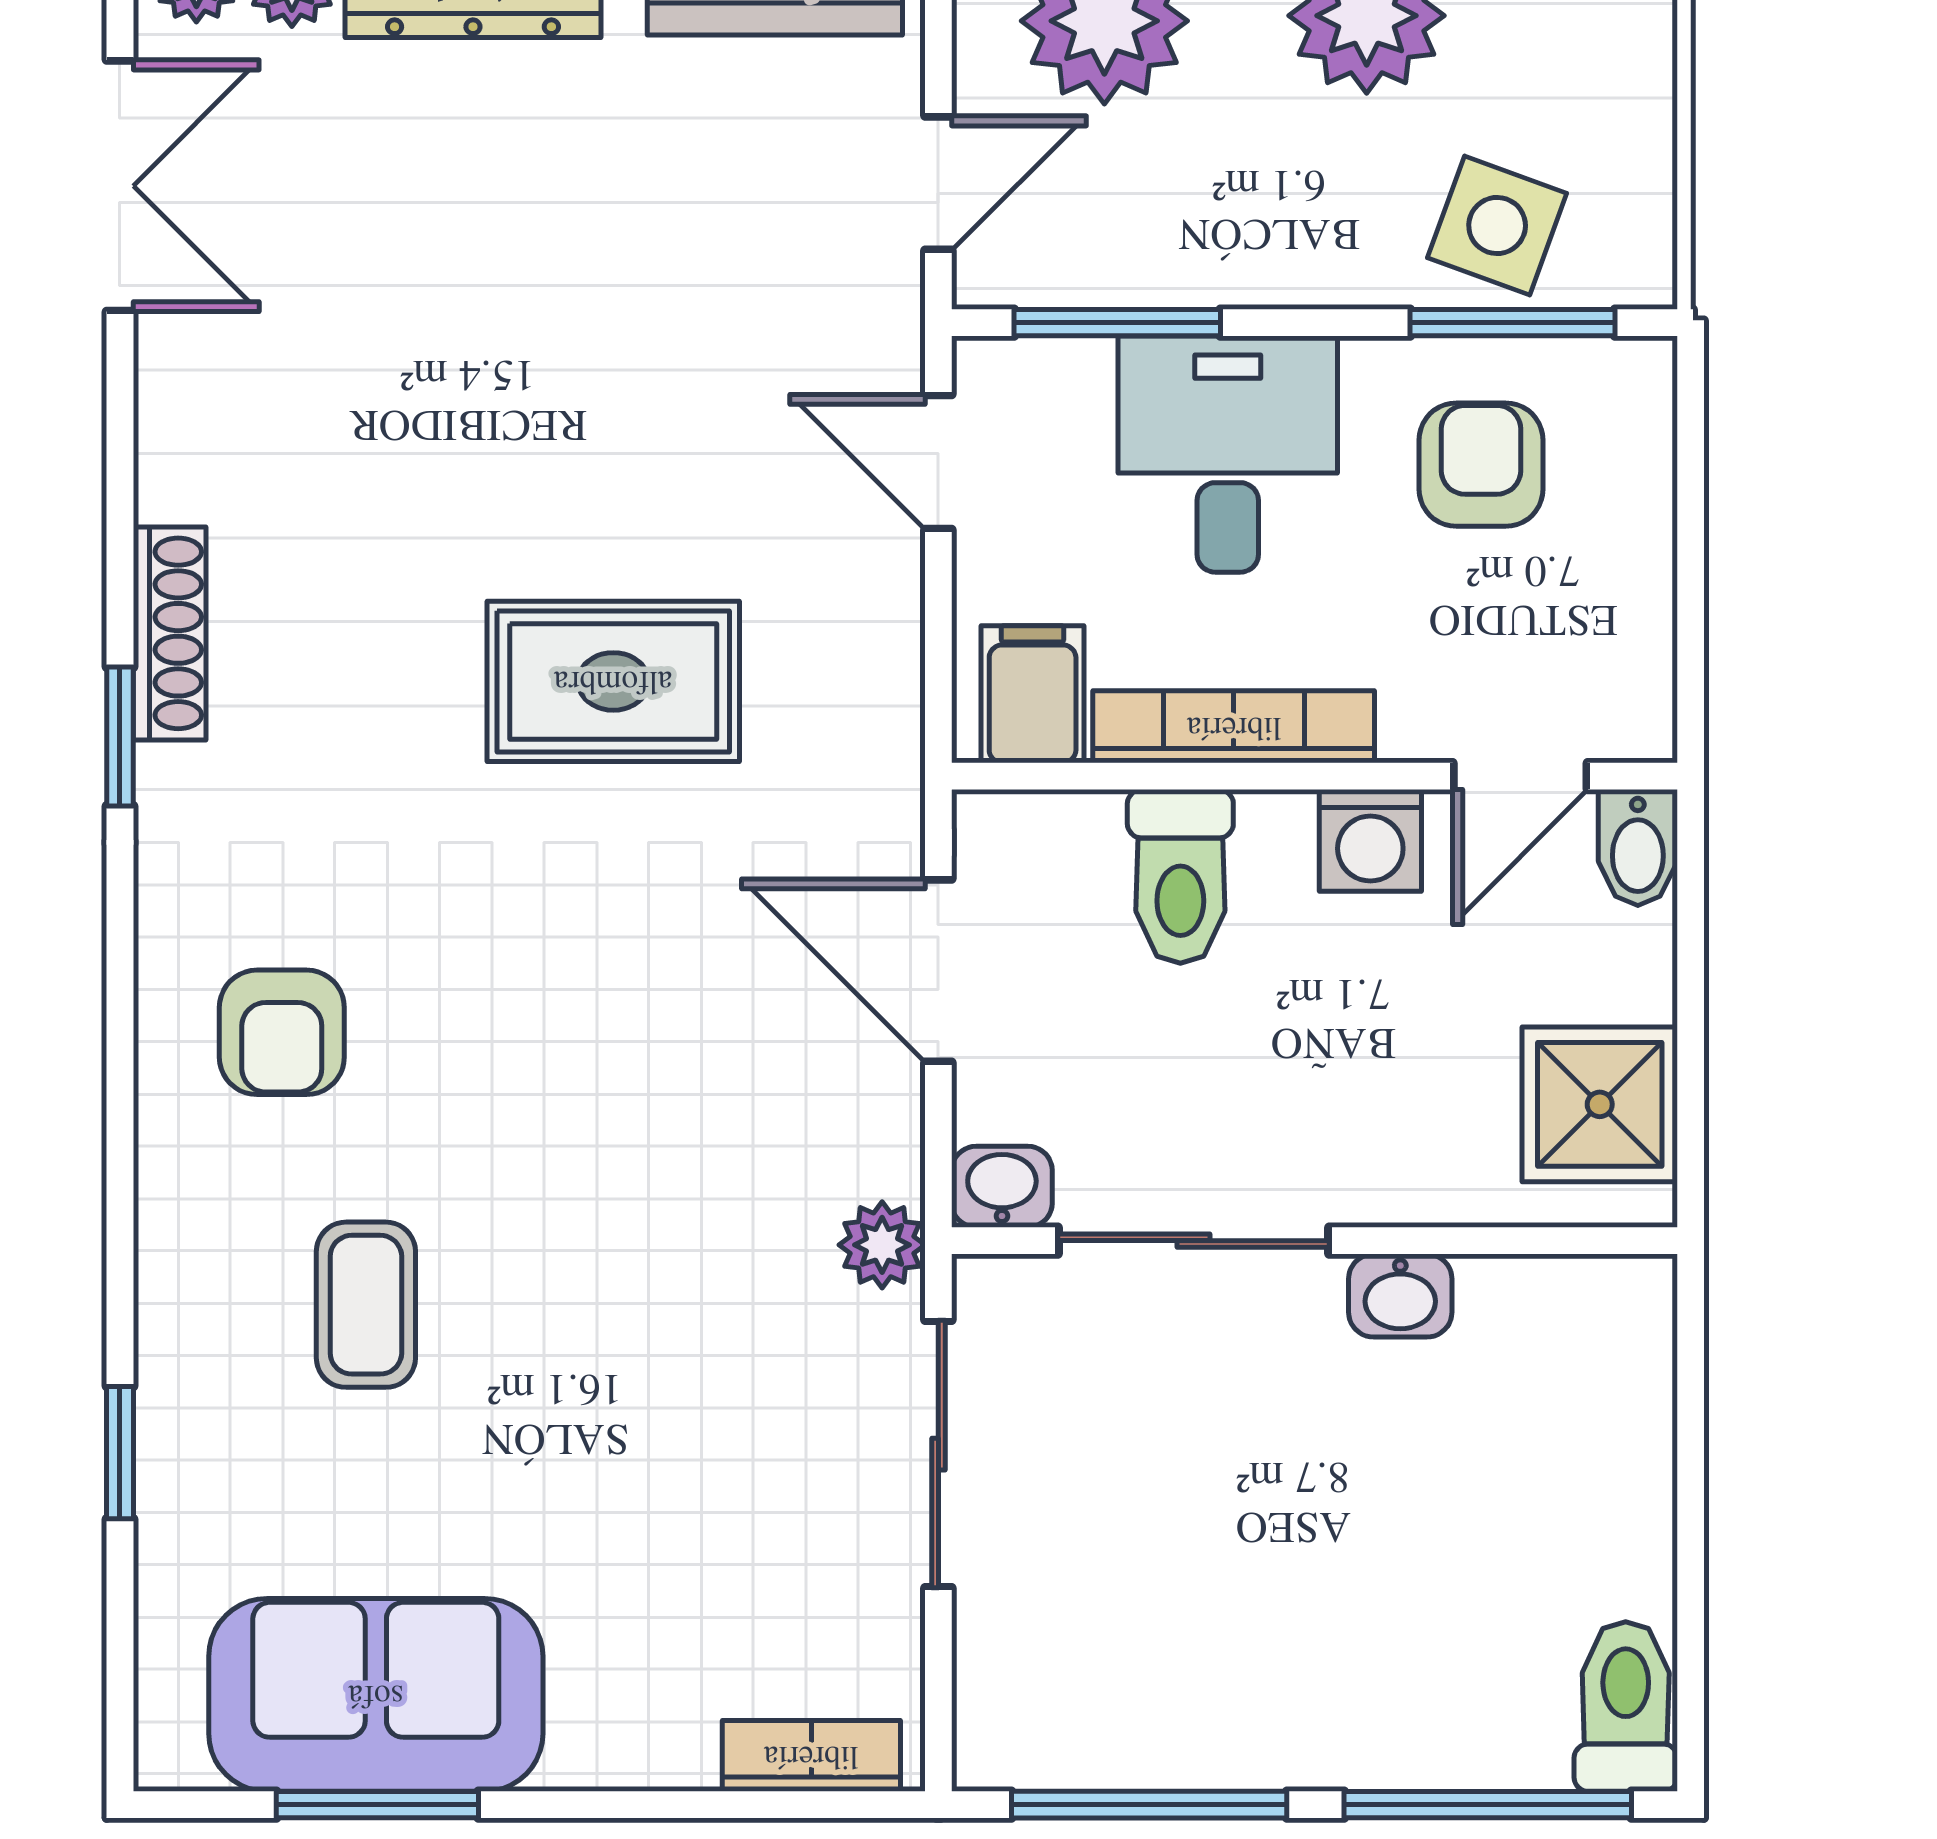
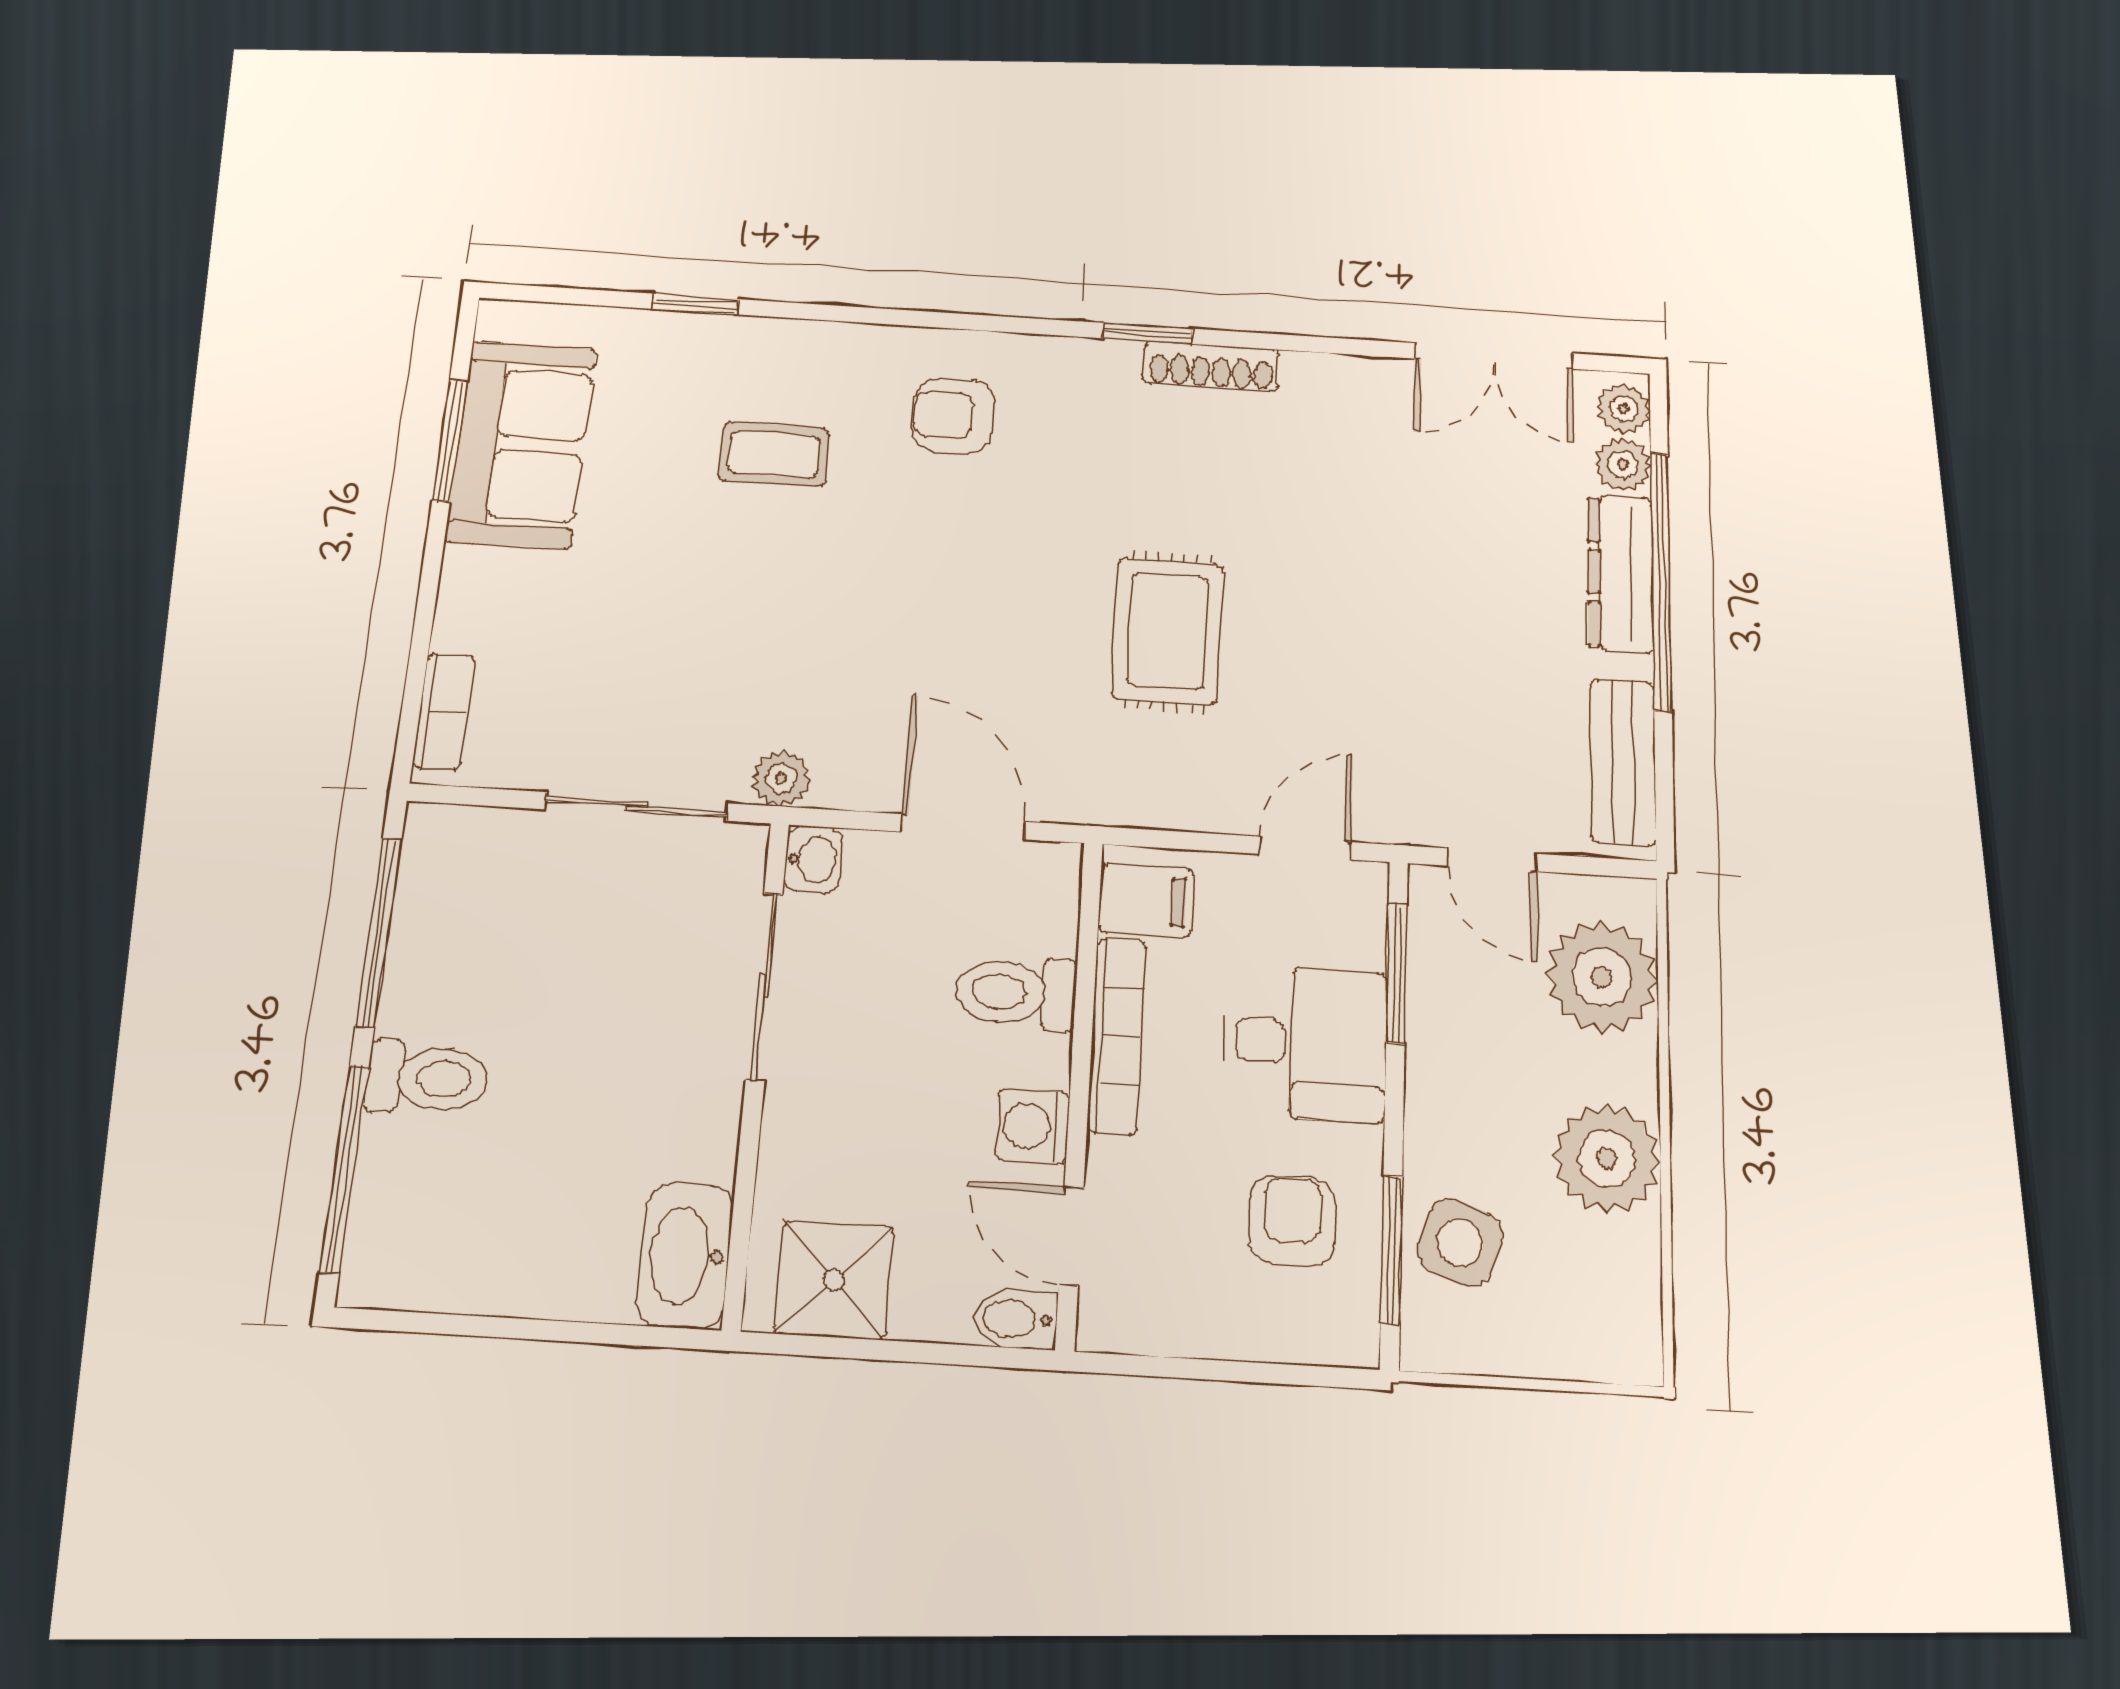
armchair: (1481, 465) -> (1292, 1221), turned -90
door: (938, 971) -> (963, 827), hinge flipped
washbasin: (1400, 1296) -> (686, 1255), moved, width x1.91, depth x1.45
toilet: (1626, 1707) -> (427, 1078), moved

